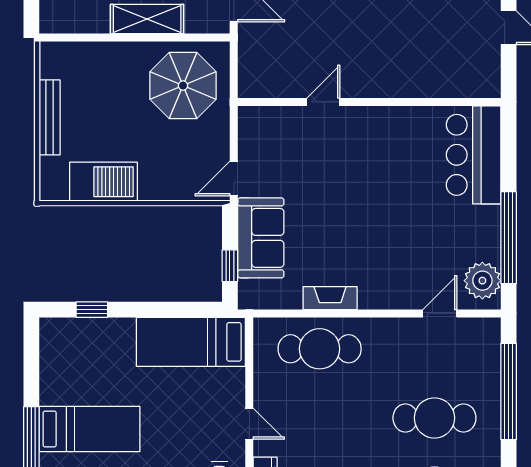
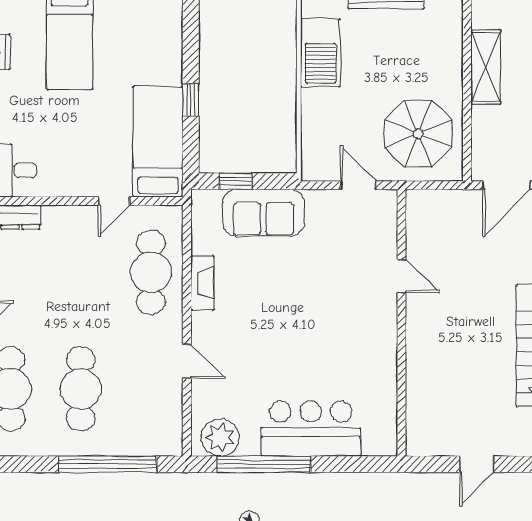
shelving: (147, 19) -> (486, 67), moved
bar counter: (474, 155) -> (311, 429), moved
door: (234, 178) -> (358, 185), moved
window: (92, 310) -> (191, 100), moved
door: (440, 313) -> (187, 361), moved
door: (249, 424) -> (114, 201), moved

